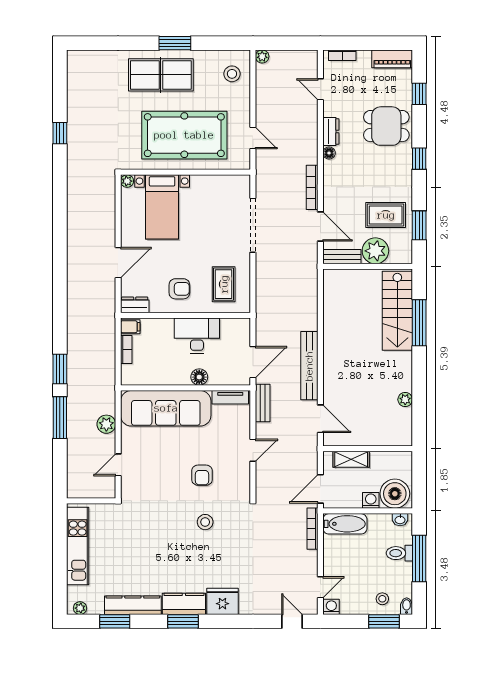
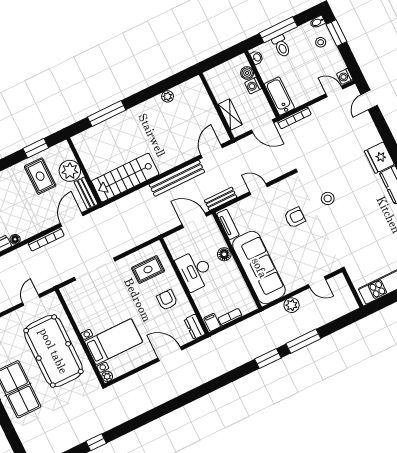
stairs: (397, 311) -> (125, 178), moved, turned 180
boiler: (395, 494) -> (247, 73), width x0.54, depth x0.54

